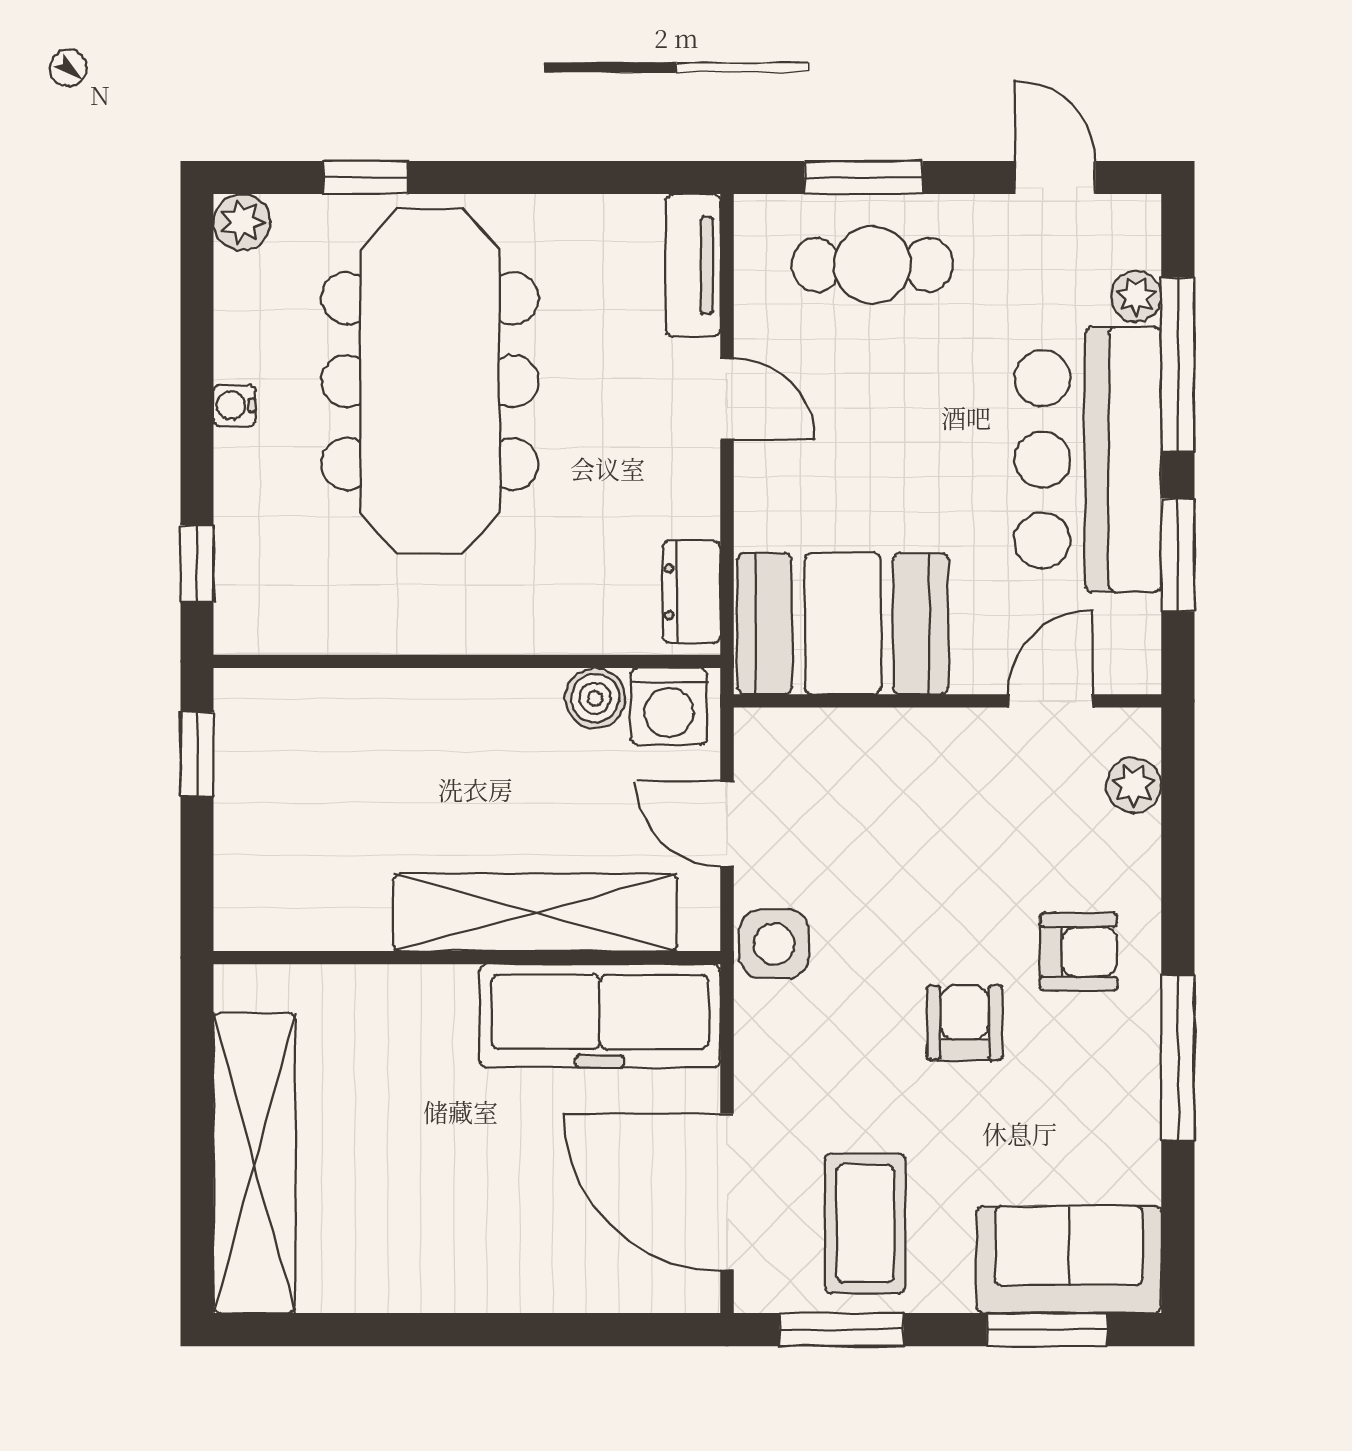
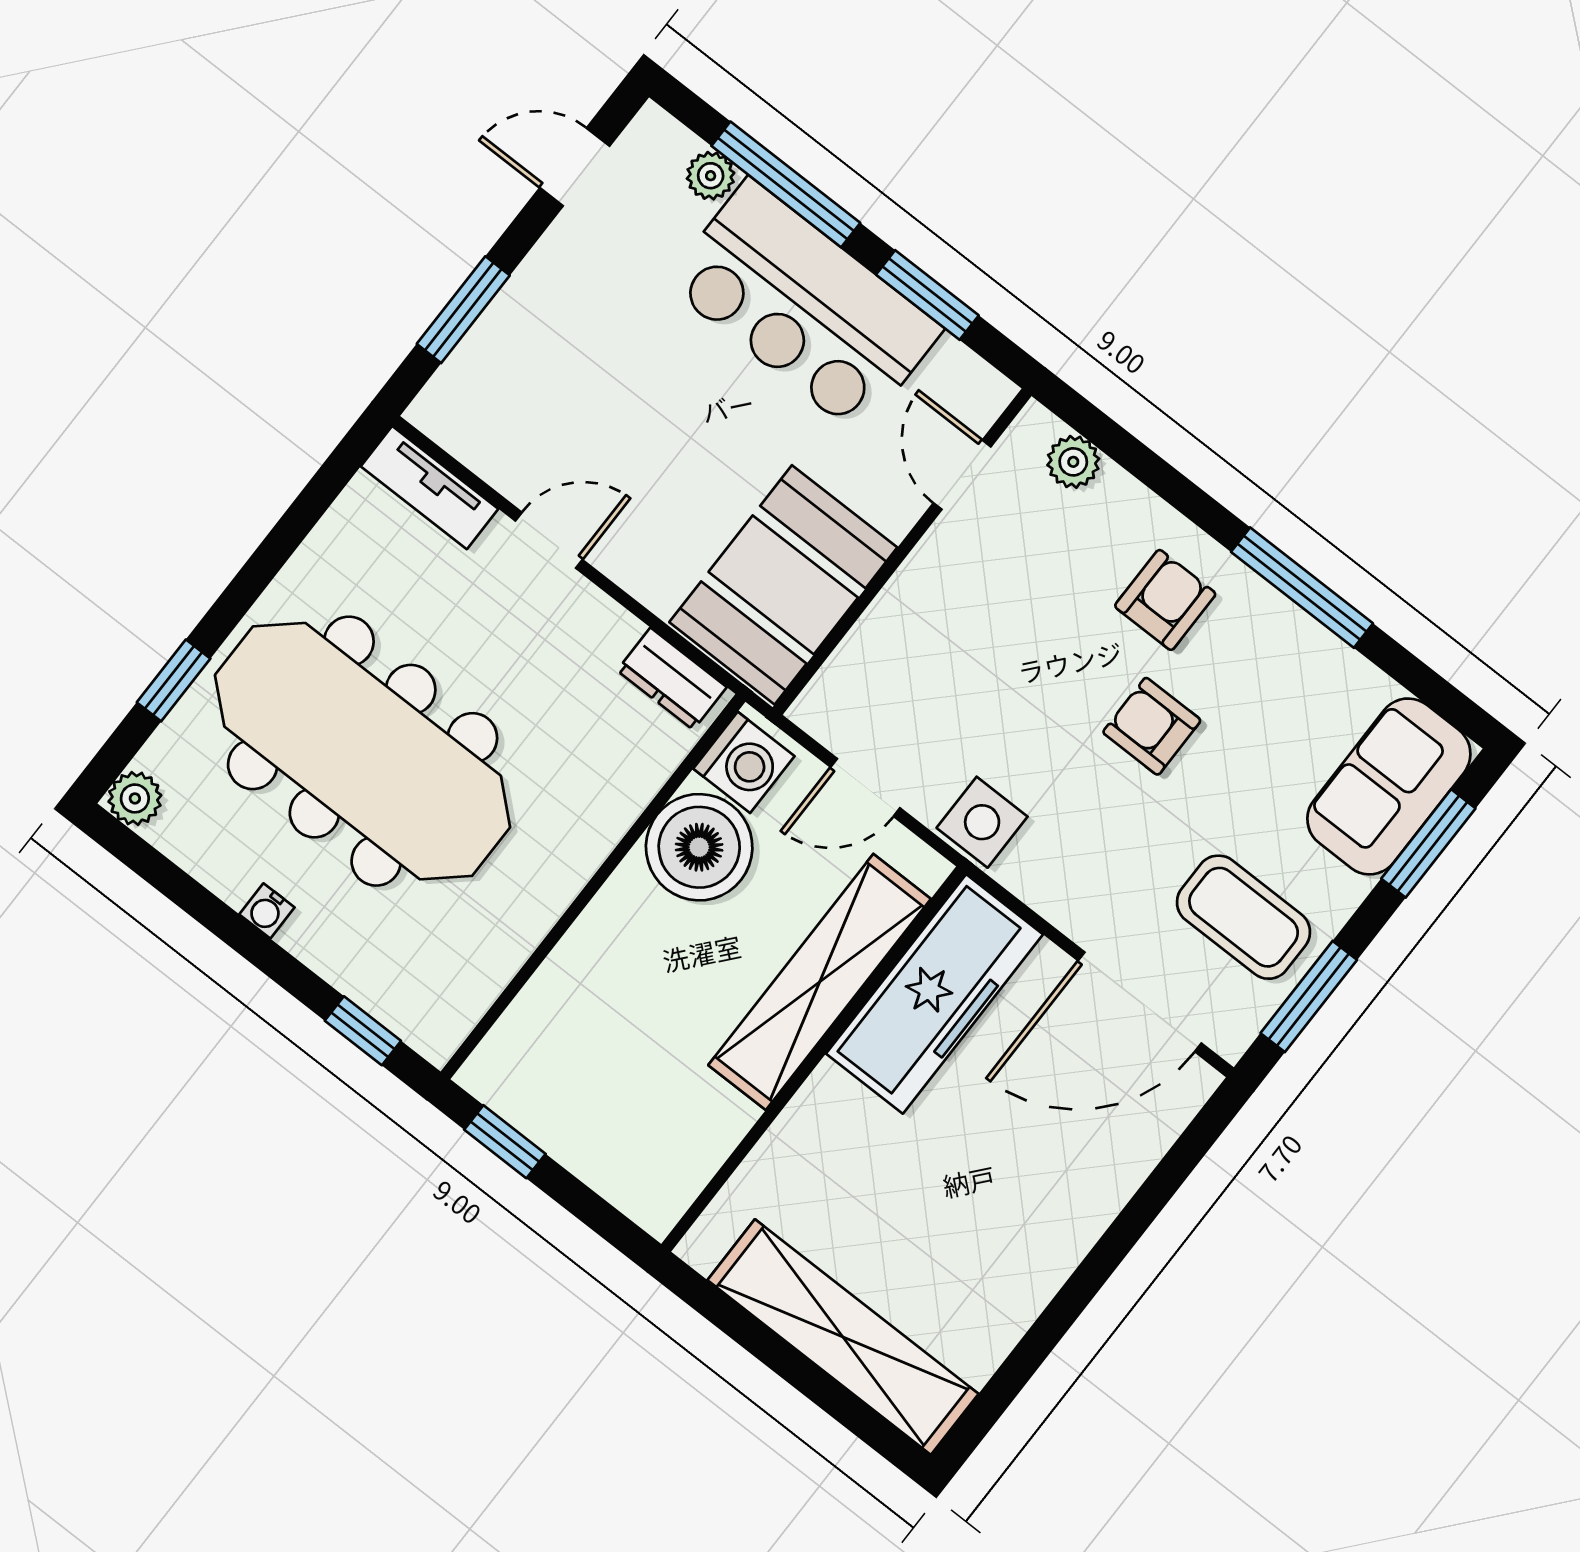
cafe table: (872, 265) -> (533, 354), removed
boiler: (595, 698) -> (699, 847), width x1.86, depth x1.86

